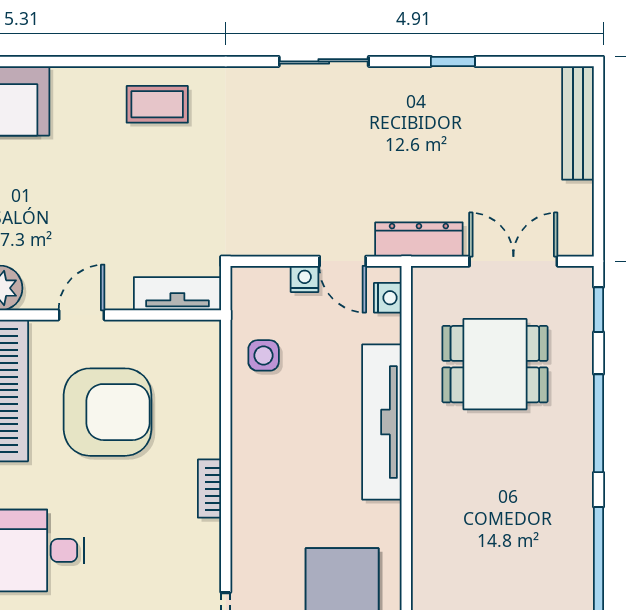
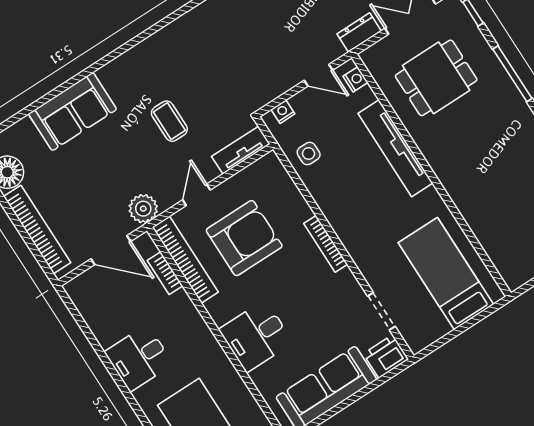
coffee table: (157, 104) -> (169, 121), moved, turned 90
dresser: (419, 239) -> (359, 33), width x0.70
nightstand: (305, 279) -> (283, 112), moved
bookcase: (209, 489) -> (326, 244), width x1.56

